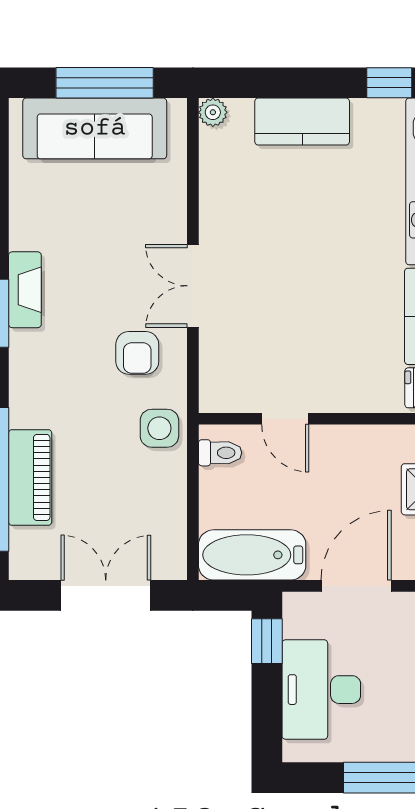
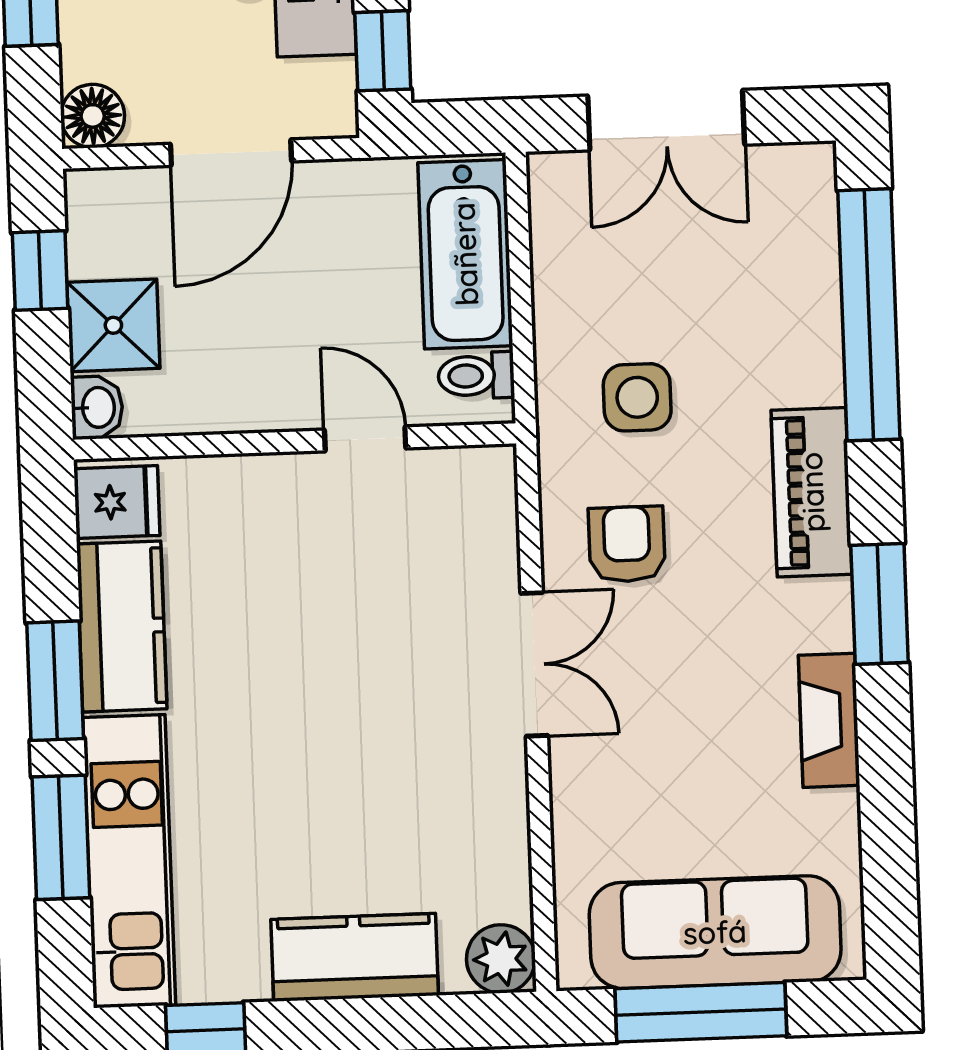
plant: (213, 112) -> (501, 959), width x1.38, depth x1.38
fireplace: (25, 290) -> (829, 720), moved
side table: (159, 428) -> (637, 397), moved
piano: (30, 477) -> (812, 492), moved
bathtub: (252, 555) -> (465, 254), moved, turned 90

